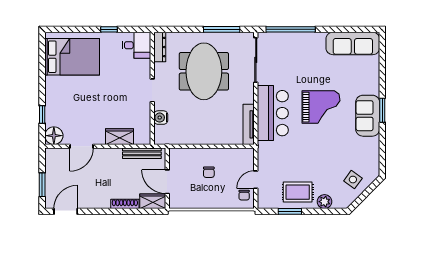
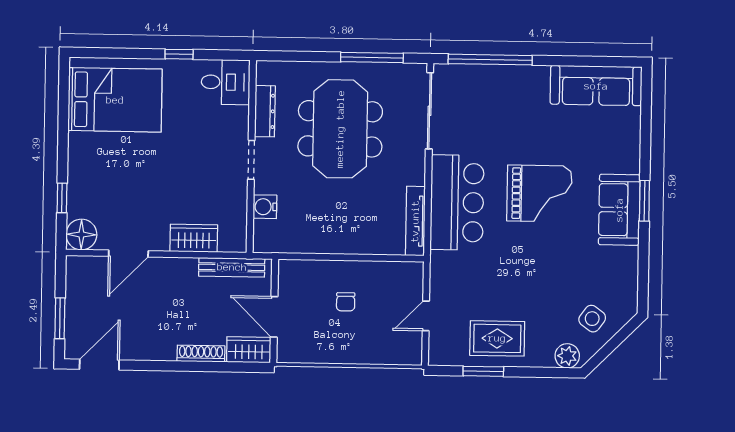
dresser: (160, 47) -> (265, 111), moved
chair: (244, 195) -> (405, 342), removed
plant: (325, 202) -> (567, 356), moved

